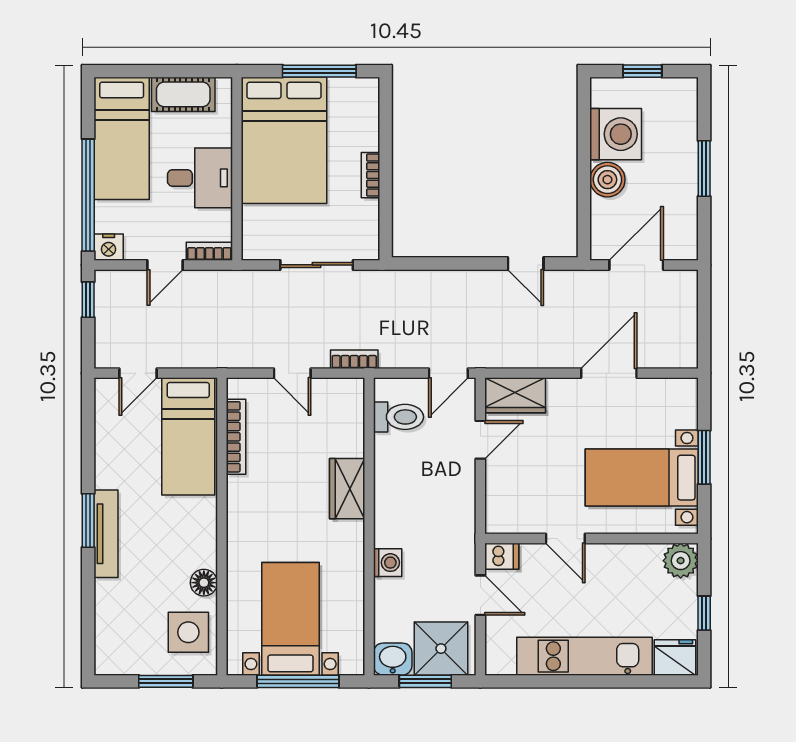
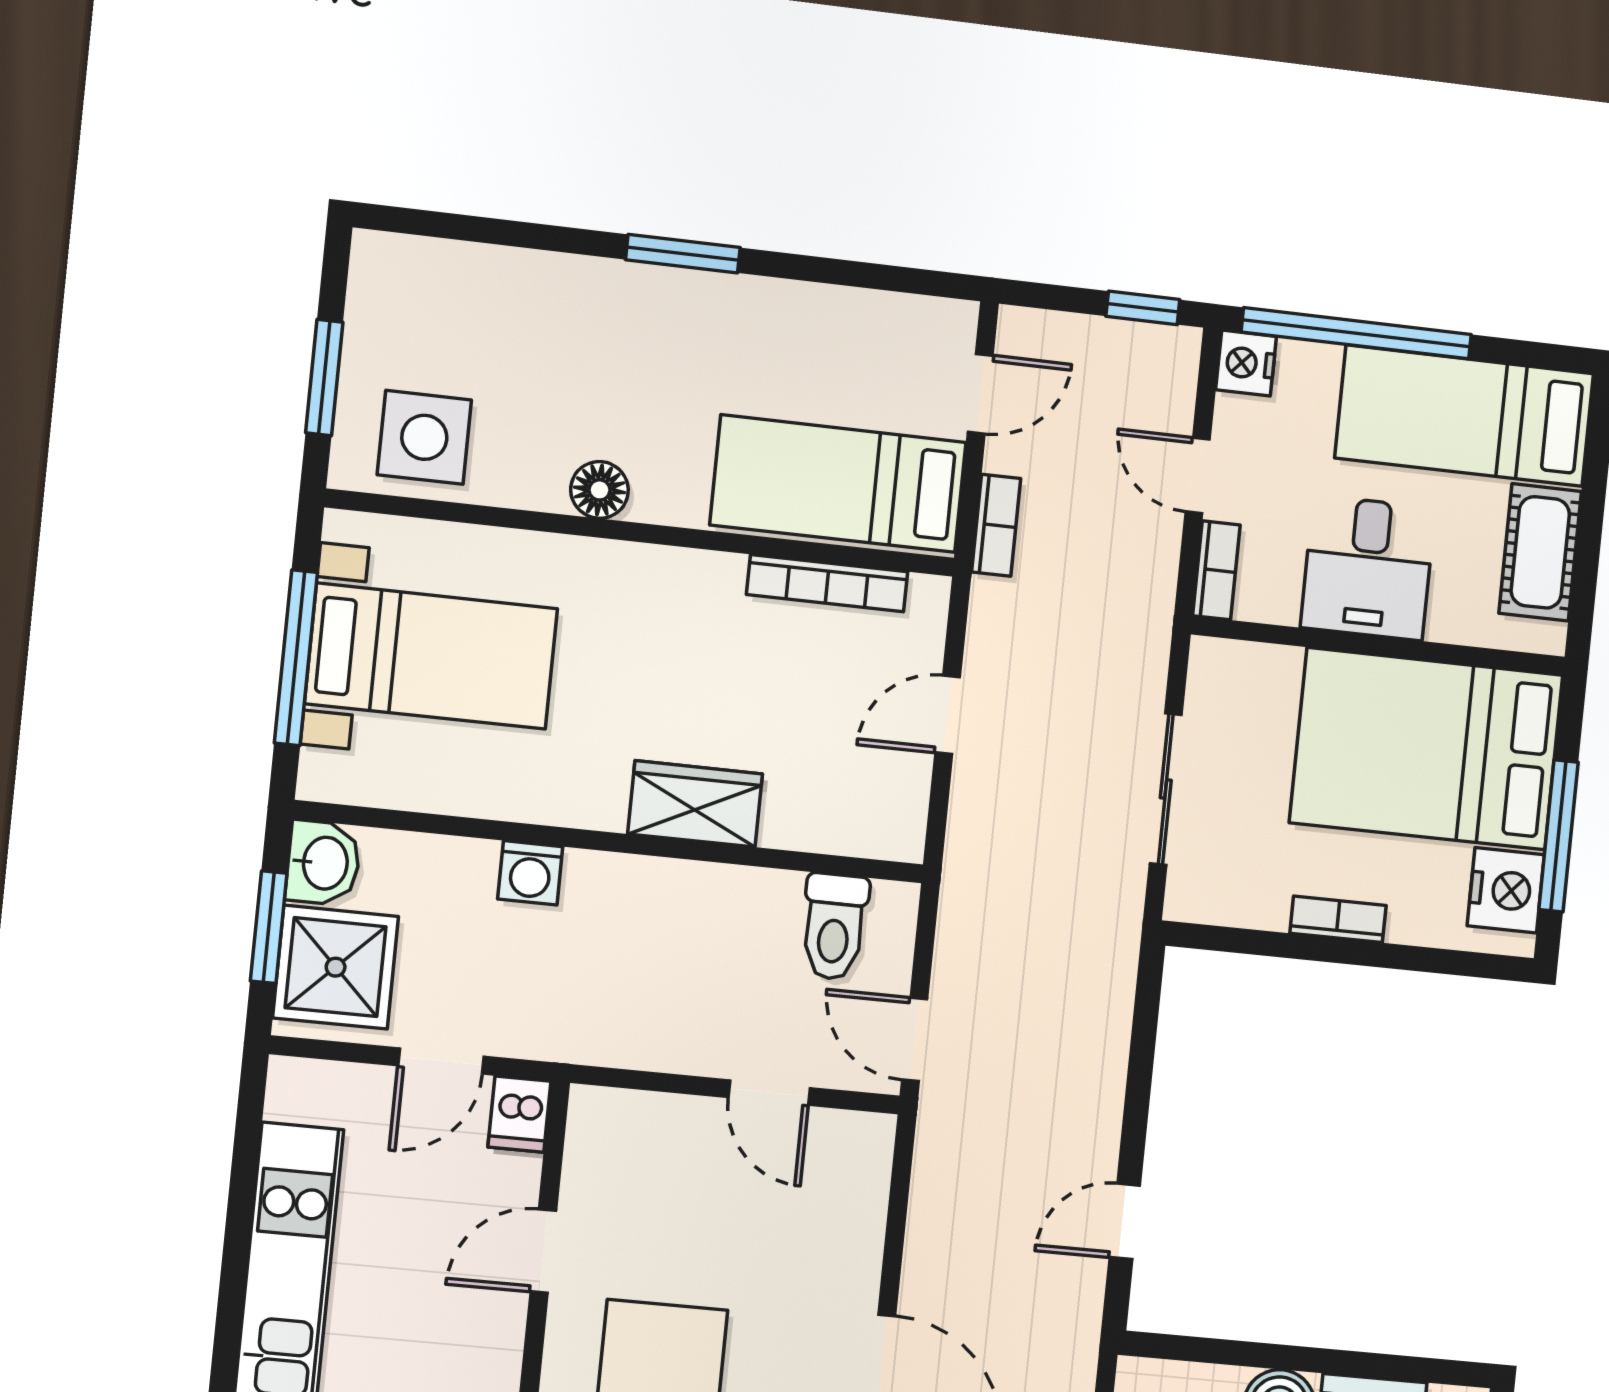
nightstand: (348, 94) -> (1506, 890), added
bookcase: (354, 359) -> (996, 525), moved
door: (138, 373) -> (980, 394), swing flipped
wardrobe: (515, 395) -> (855, 1174), removed
tv unit: (106, 534) -> (651, 288), removed
floor lamp: (204, 583) -> (600, 490), moved

